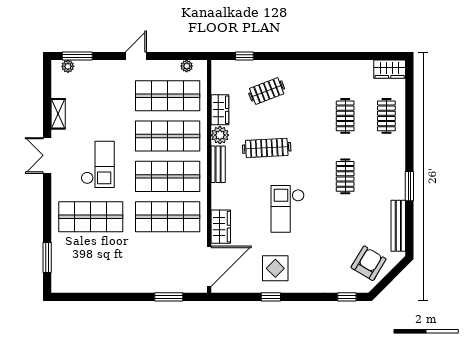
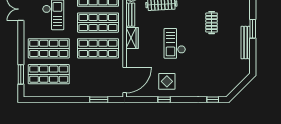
bench: (398, 226) -> (246, 43), moved
wardrobe: (221, 227) -> (132, 38), moved
shop shelf: (91, 257) -> (49, 74), added
armchair: (369, 263) -> (227, 78), removed

